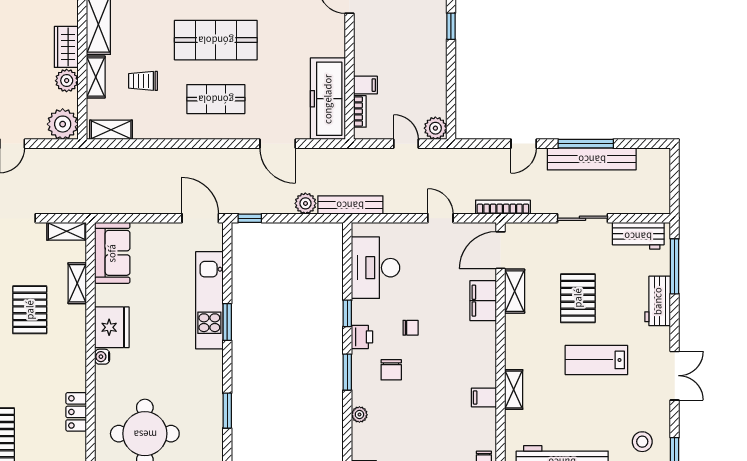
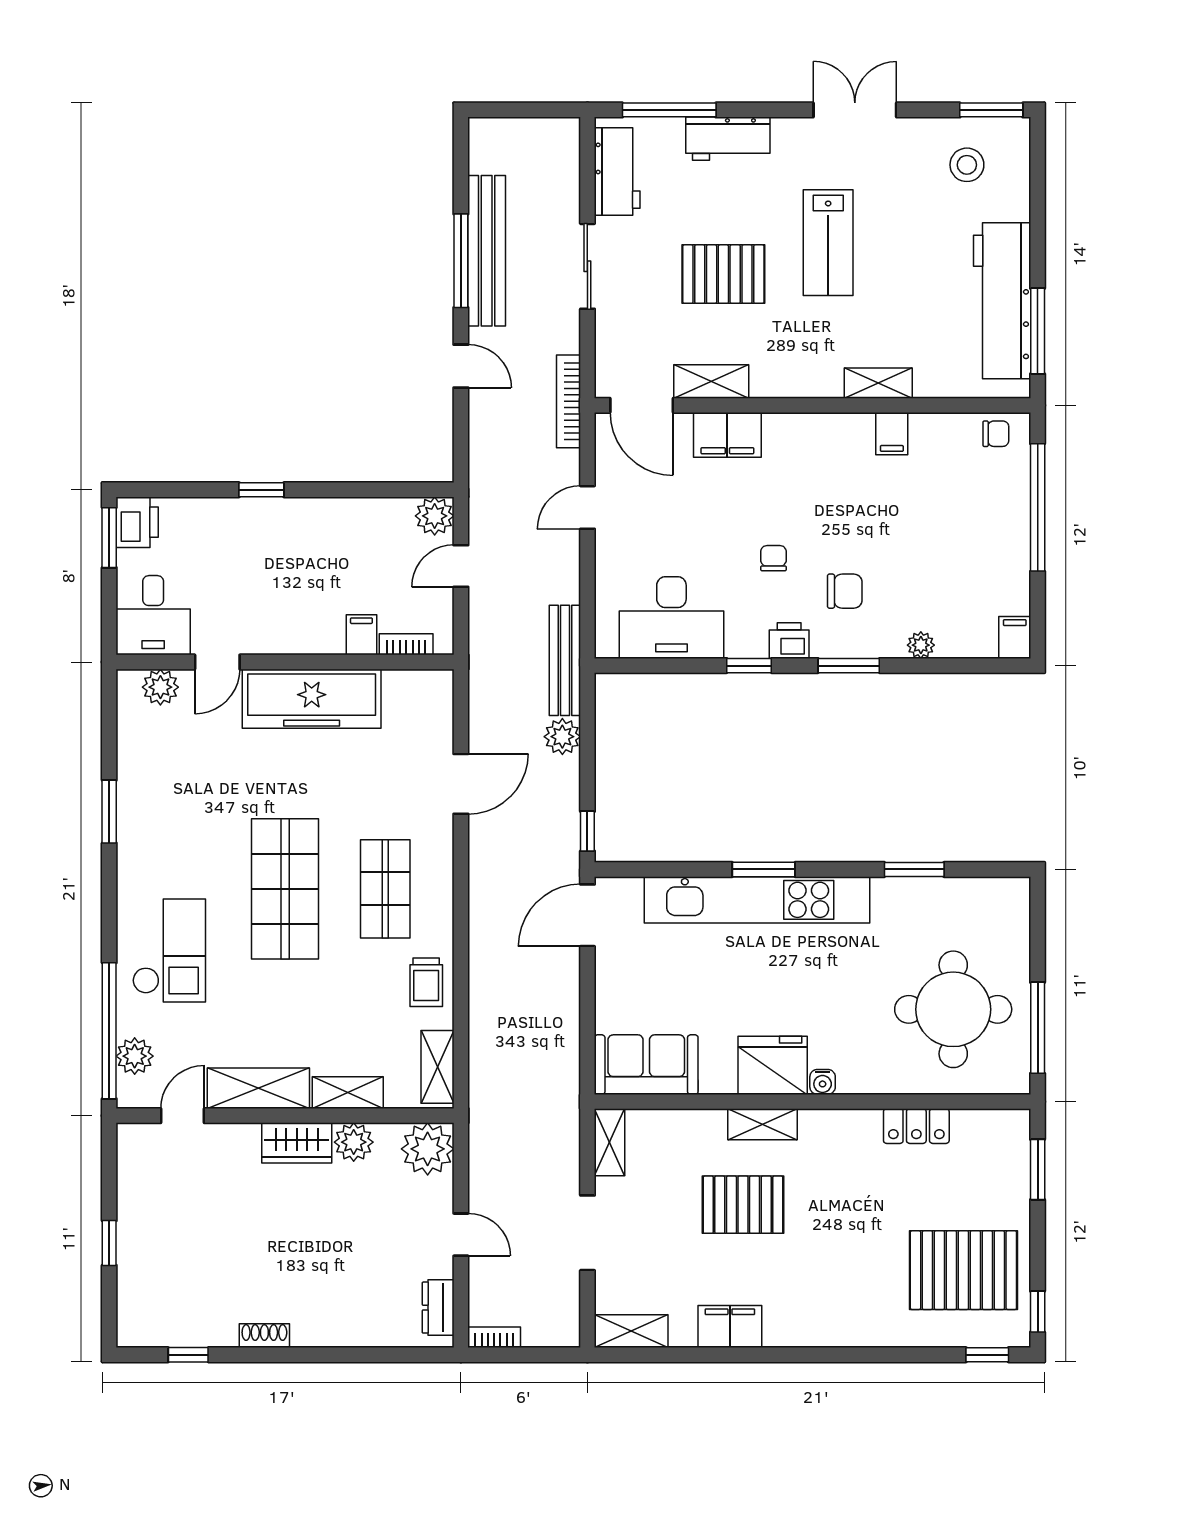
trolley: (143, 81) -> (426, 982), moved
freezer: (328, 99) -> (312, 699), moved
shelving: (77, 283) -> (762, 1124), moved
kitchen unit: (209, 300) -> (757, 900), width x1.36

